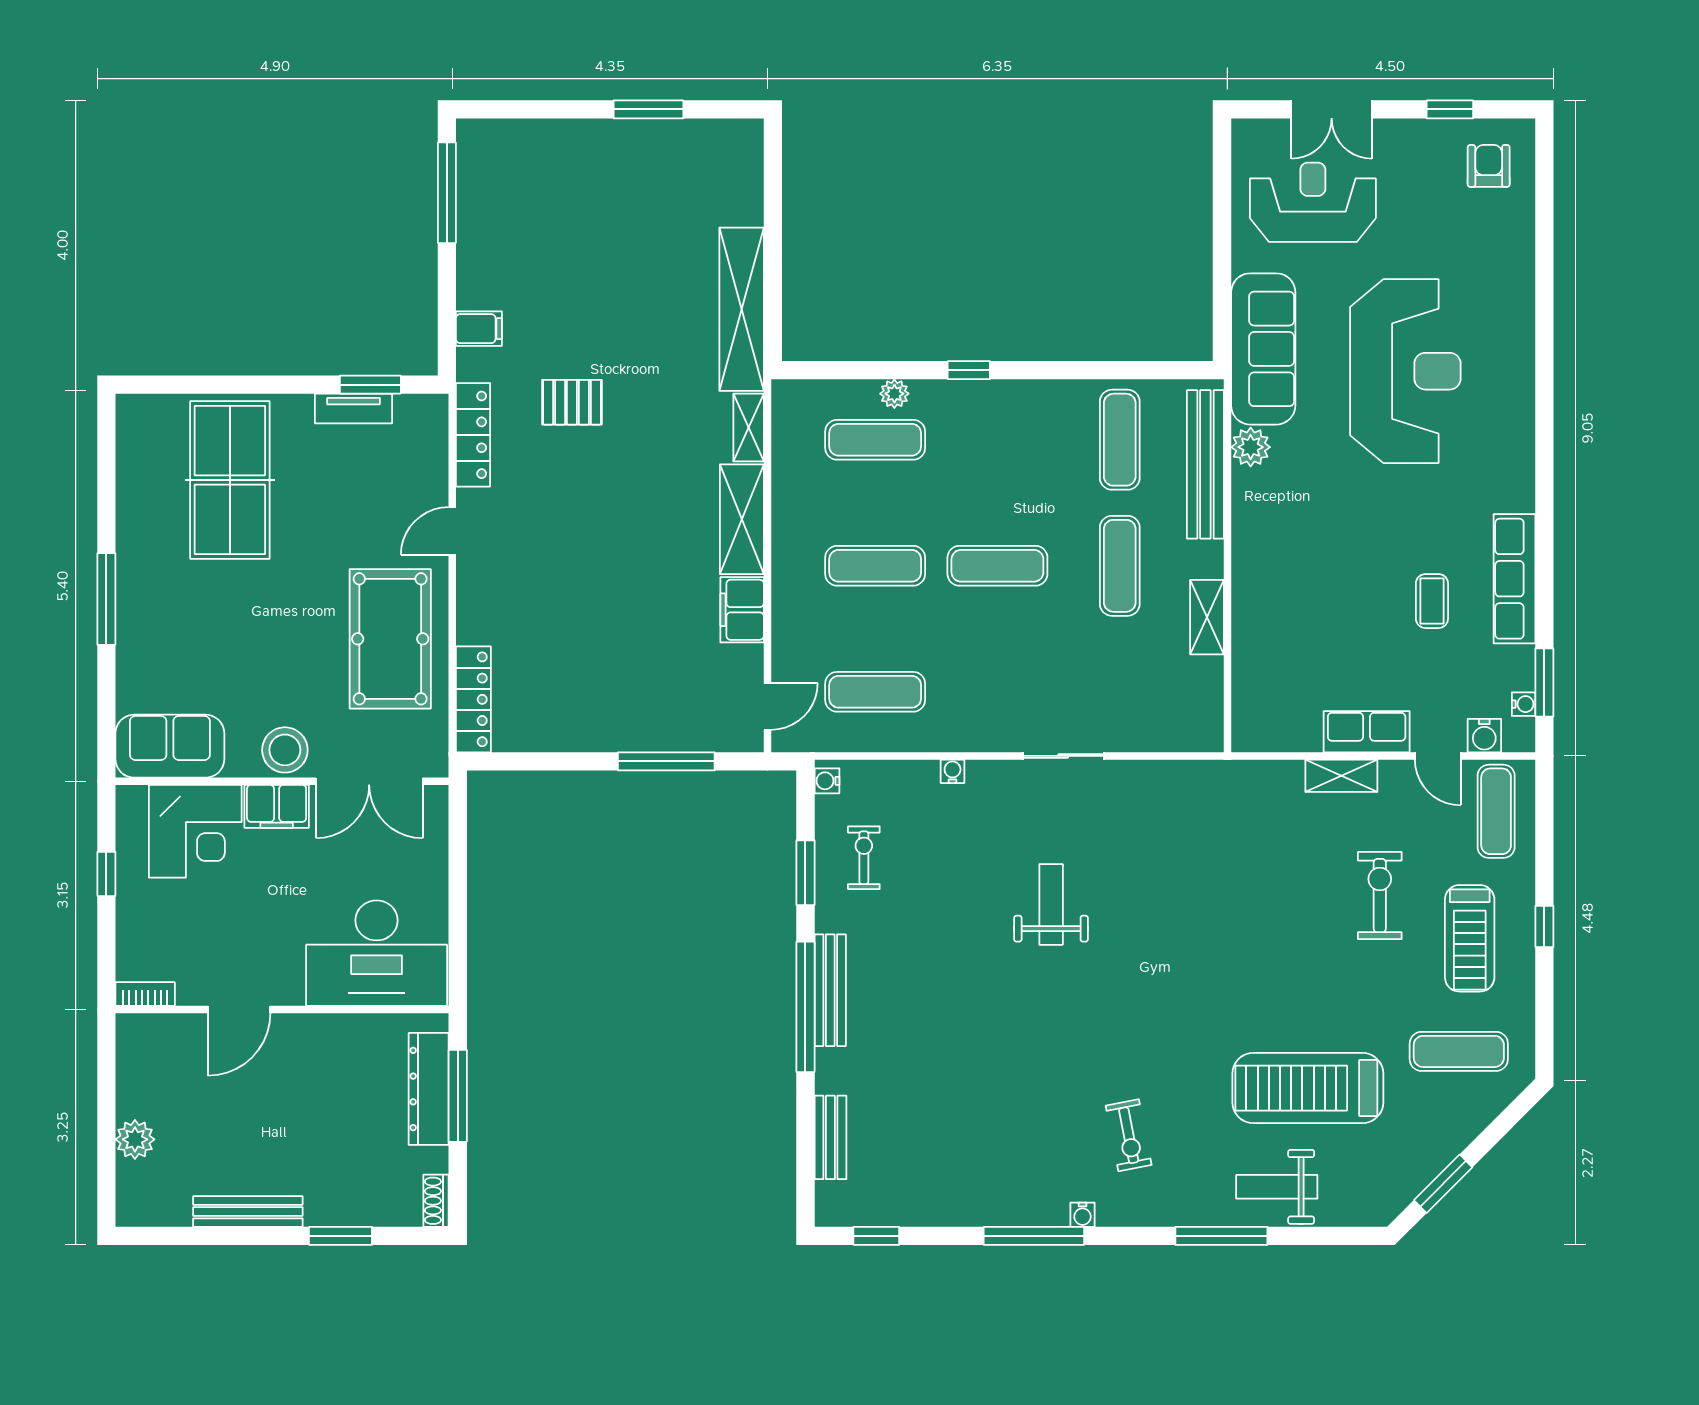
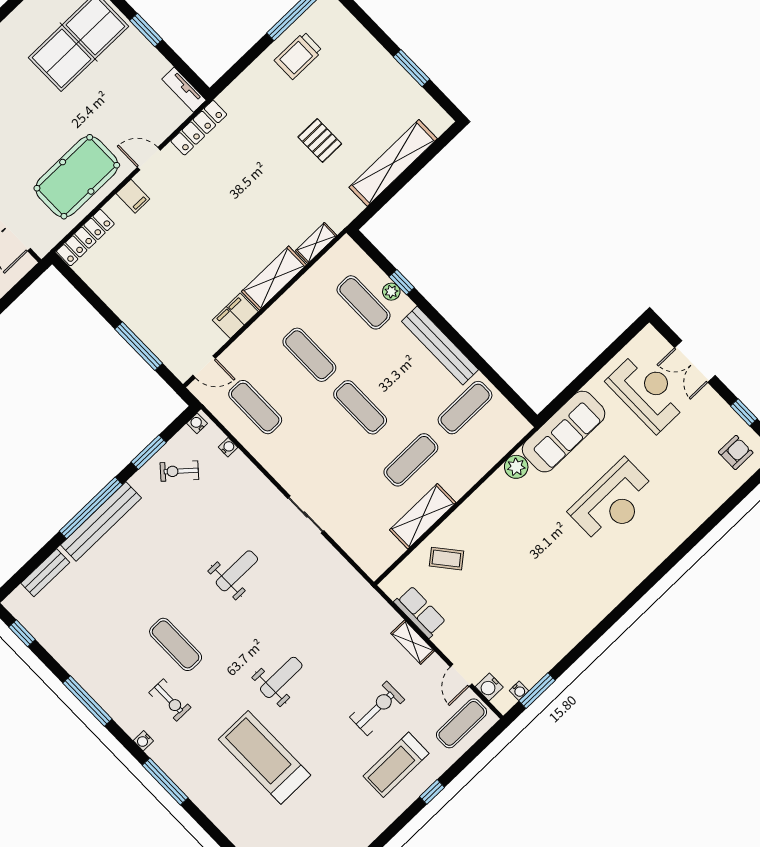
trolley: (502, 231) -> (298, 56), added
shelving: (742, 309) -> (393, 163), moved
filing cabinet: (479, 329) -> (133, 196), moved
window: (969, 370) -> (402, 282), moved
reception desk: (1405, 371) -> (613, 502), width x0.74, depth x0.77
window: (370, 385) -> (146, 30), moved
pallet: (572, 402) -> (320, 140), moved
tv unit: (353, 408) -> (184, 90), moved
bench: (1205, 464) -> (440, 345), moved, turned 90
row of seats: (1514, 579) -> (569, 635), removed
coffee table: (1432, 601) -> (446, 559), moved, turned 51
shelving: (1207, 617) -> (423, 516), width x1.50, depth x1.33
row of seats: (1367, 732) -> (420, 612), moved
water cooler: (953, 771) -> (228, 447), moved
exercise bike: (864, 858) -> (179, 471), turned -139
bench: (830, 990) -> (101, 521), width x1.37, depth x1.21
exercise mat: (1459, 1051) -> (176, 644), moved
exercise bike: (1129, 1135) -> (170, 700), turned -79
weight bench: (1277, 1187) -> (281, 677), moved, turned 90
water cooler: (1083, 1215) -> (143, 741), moved

